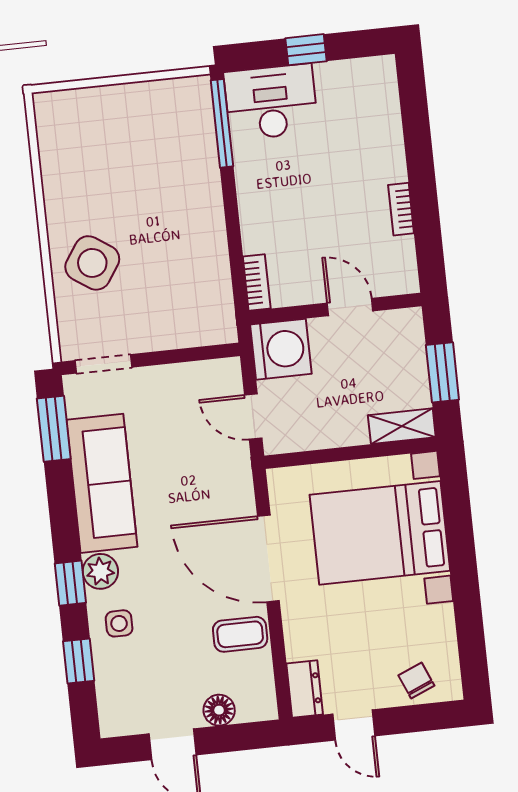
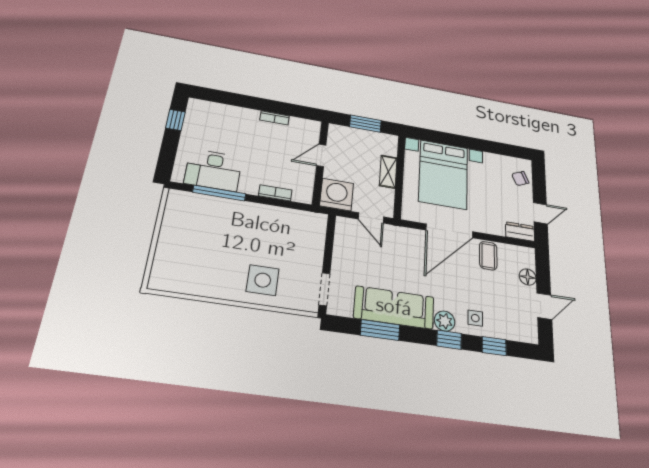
window: (306, 50) -> (175, 120), moved
desk: (271, 102) -> (213, 170), moved, turned -90
window: (222, 123) -> (219, 193), moved
side table: (92, 263) -> (263, 280), turned -34
bookcase: (257, 283) -> (275, 193), moved
door: (253, 417) -> (371, 218), hinge flipped
shelving: (402, 426) -> (388, 172), moved
window: (54, 429) -> (380, 330), moved

